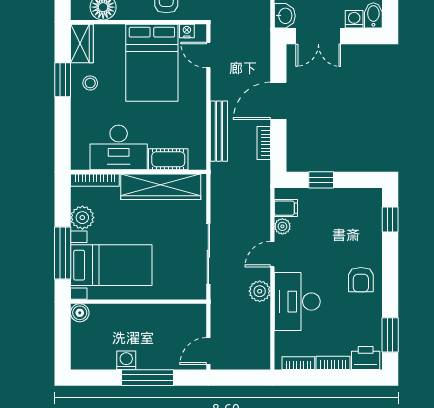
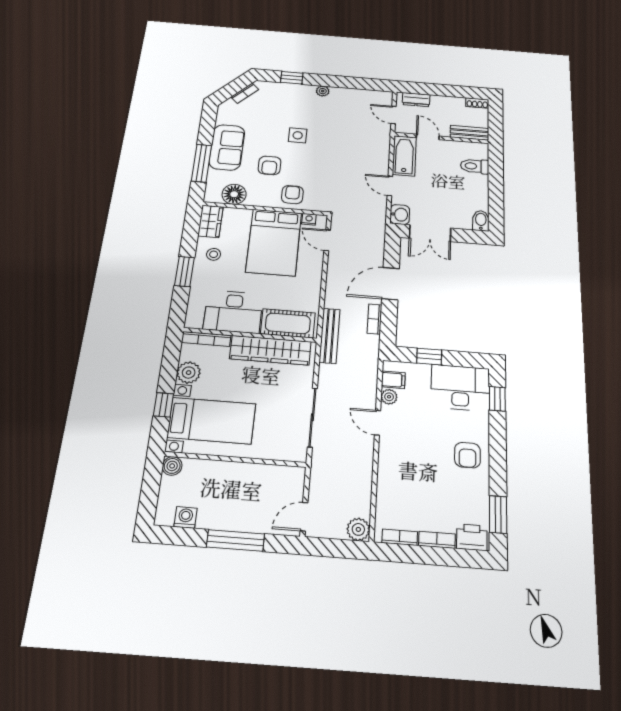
washing machine: (354, 19) -> (463, 222), removed
window: (63, 80) -> (184, 272), moved
bench: (219, 131) -> (330, 336), moved
cot: (168, 159) -> (288, 323), width x1.37, depth x1.34
window: (63, 253) -> (163, 405), width x0.46
door: (272, 254) -> (378, 423), hinge flipped
plant: (260, 291) -> (358, 529), moved
desk: (297, 302) -> (460, 388), moved, turned 90
washing machine: (126, 360) -> (186, 517), moved

